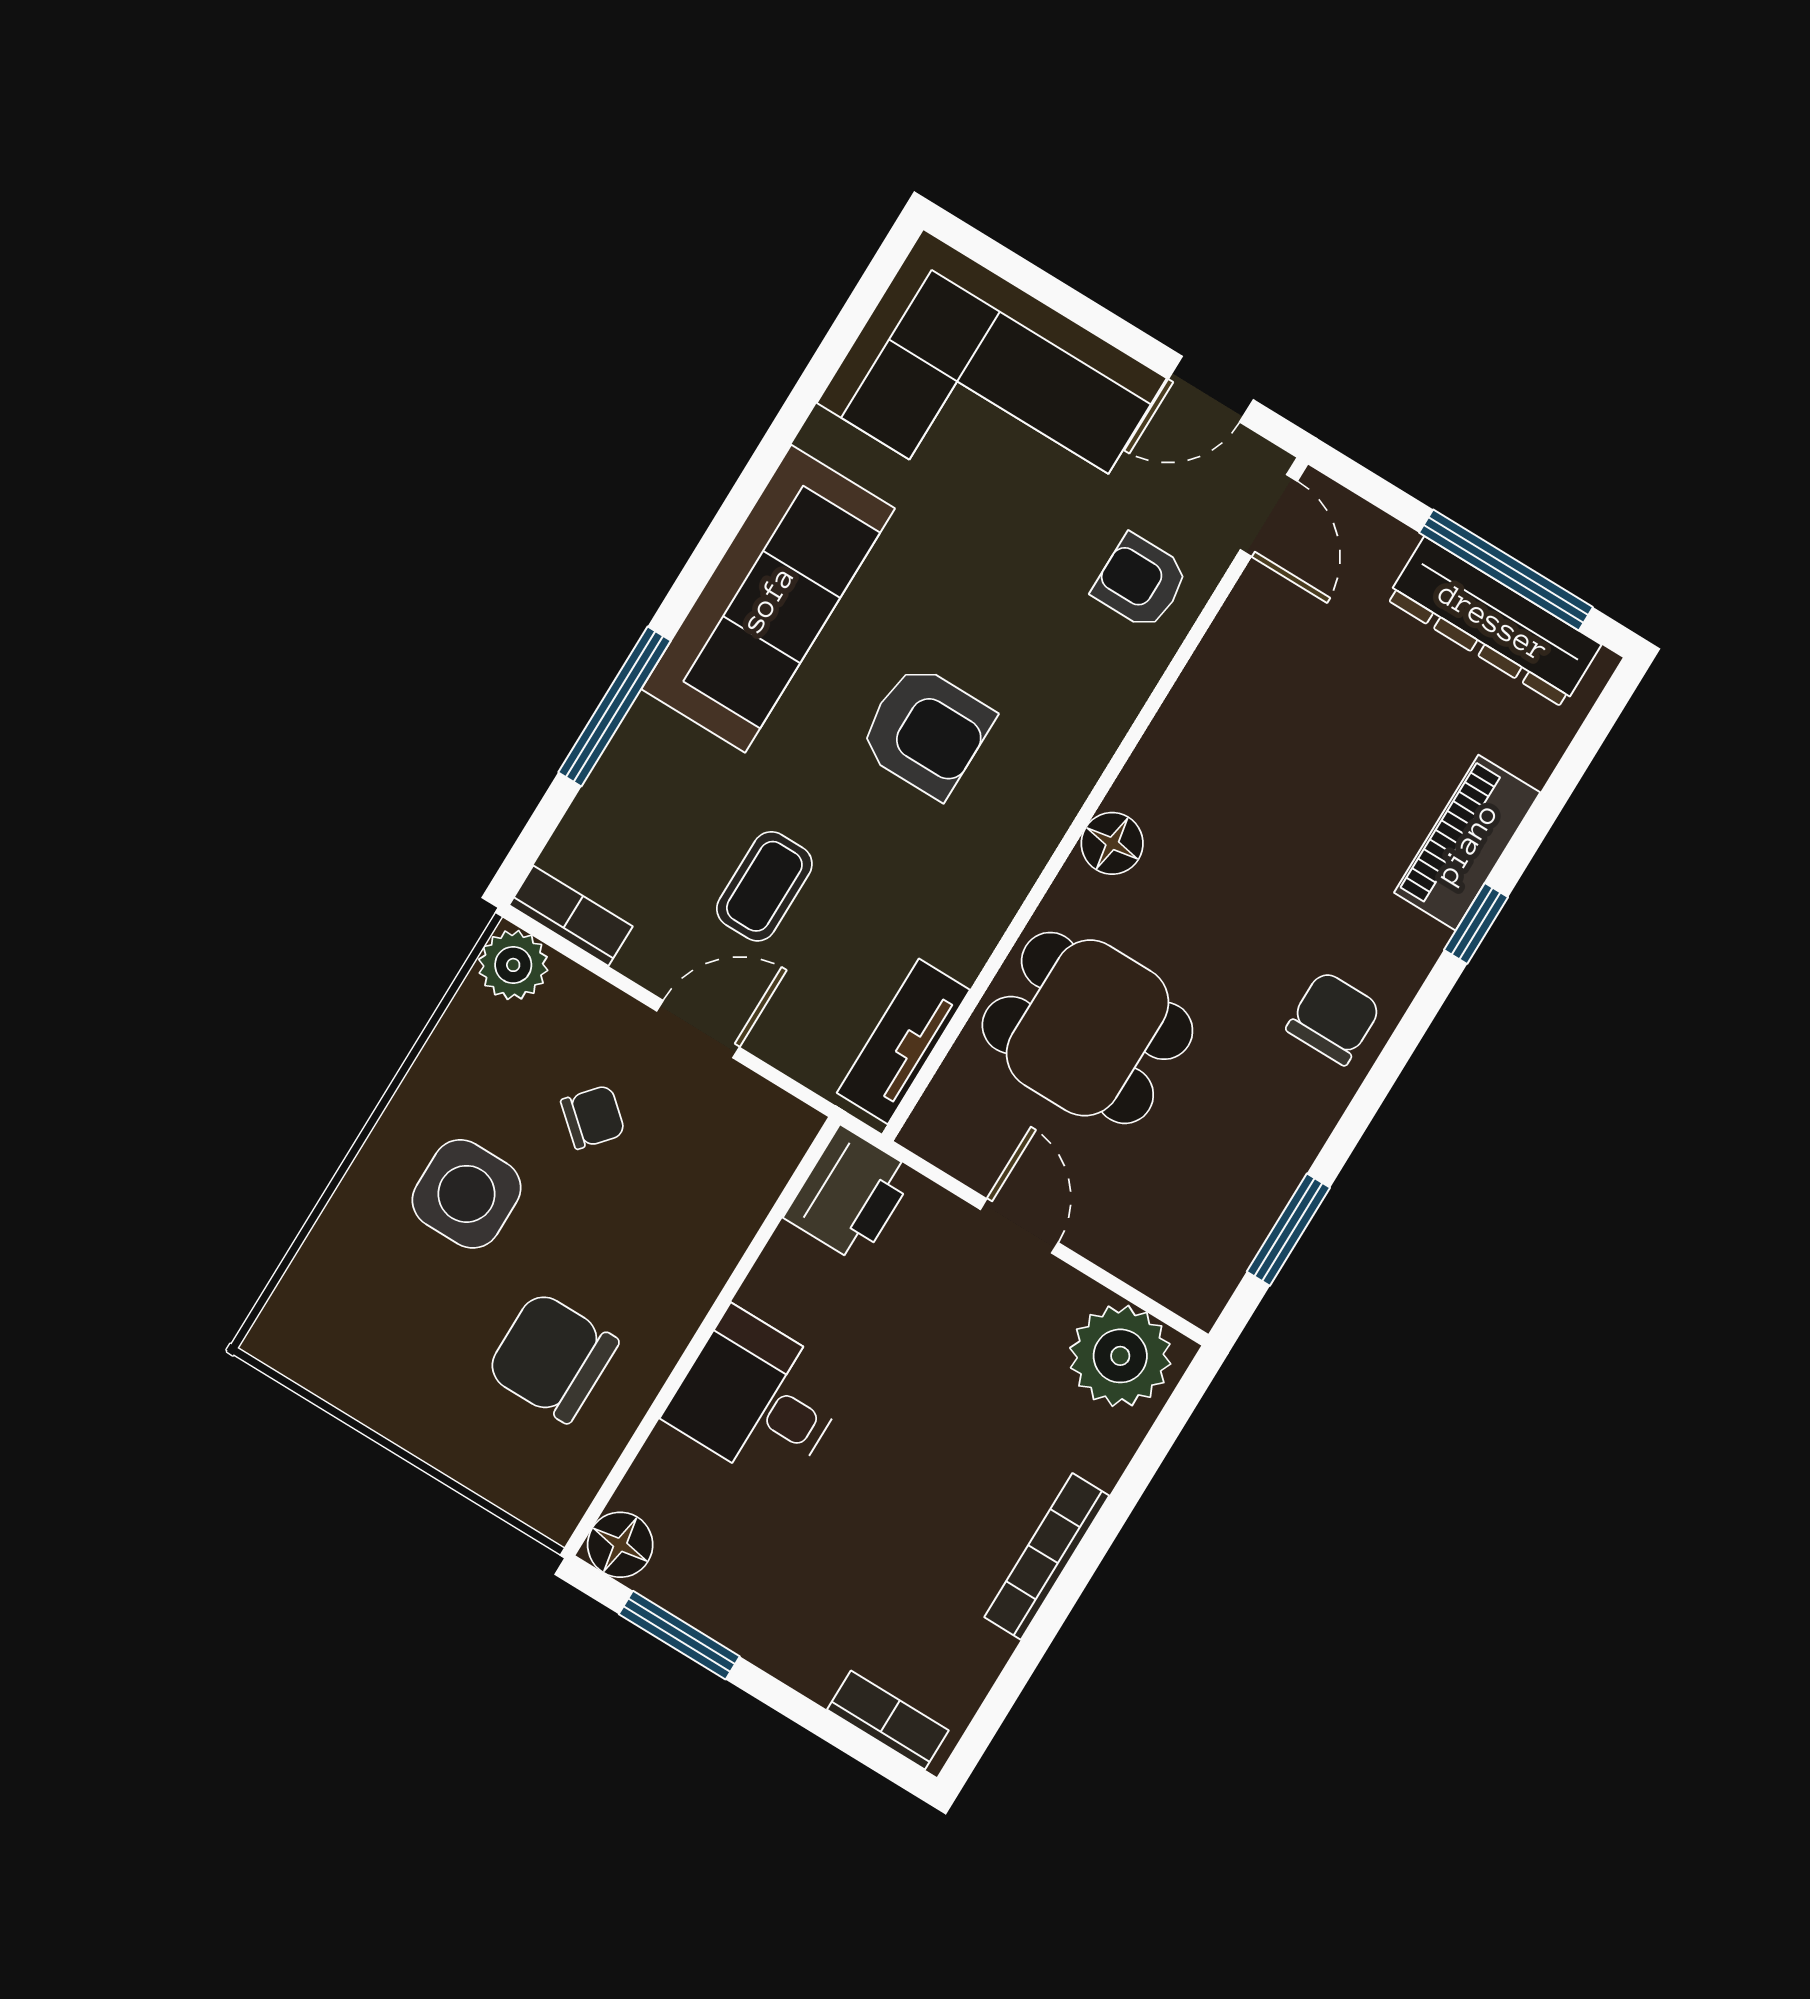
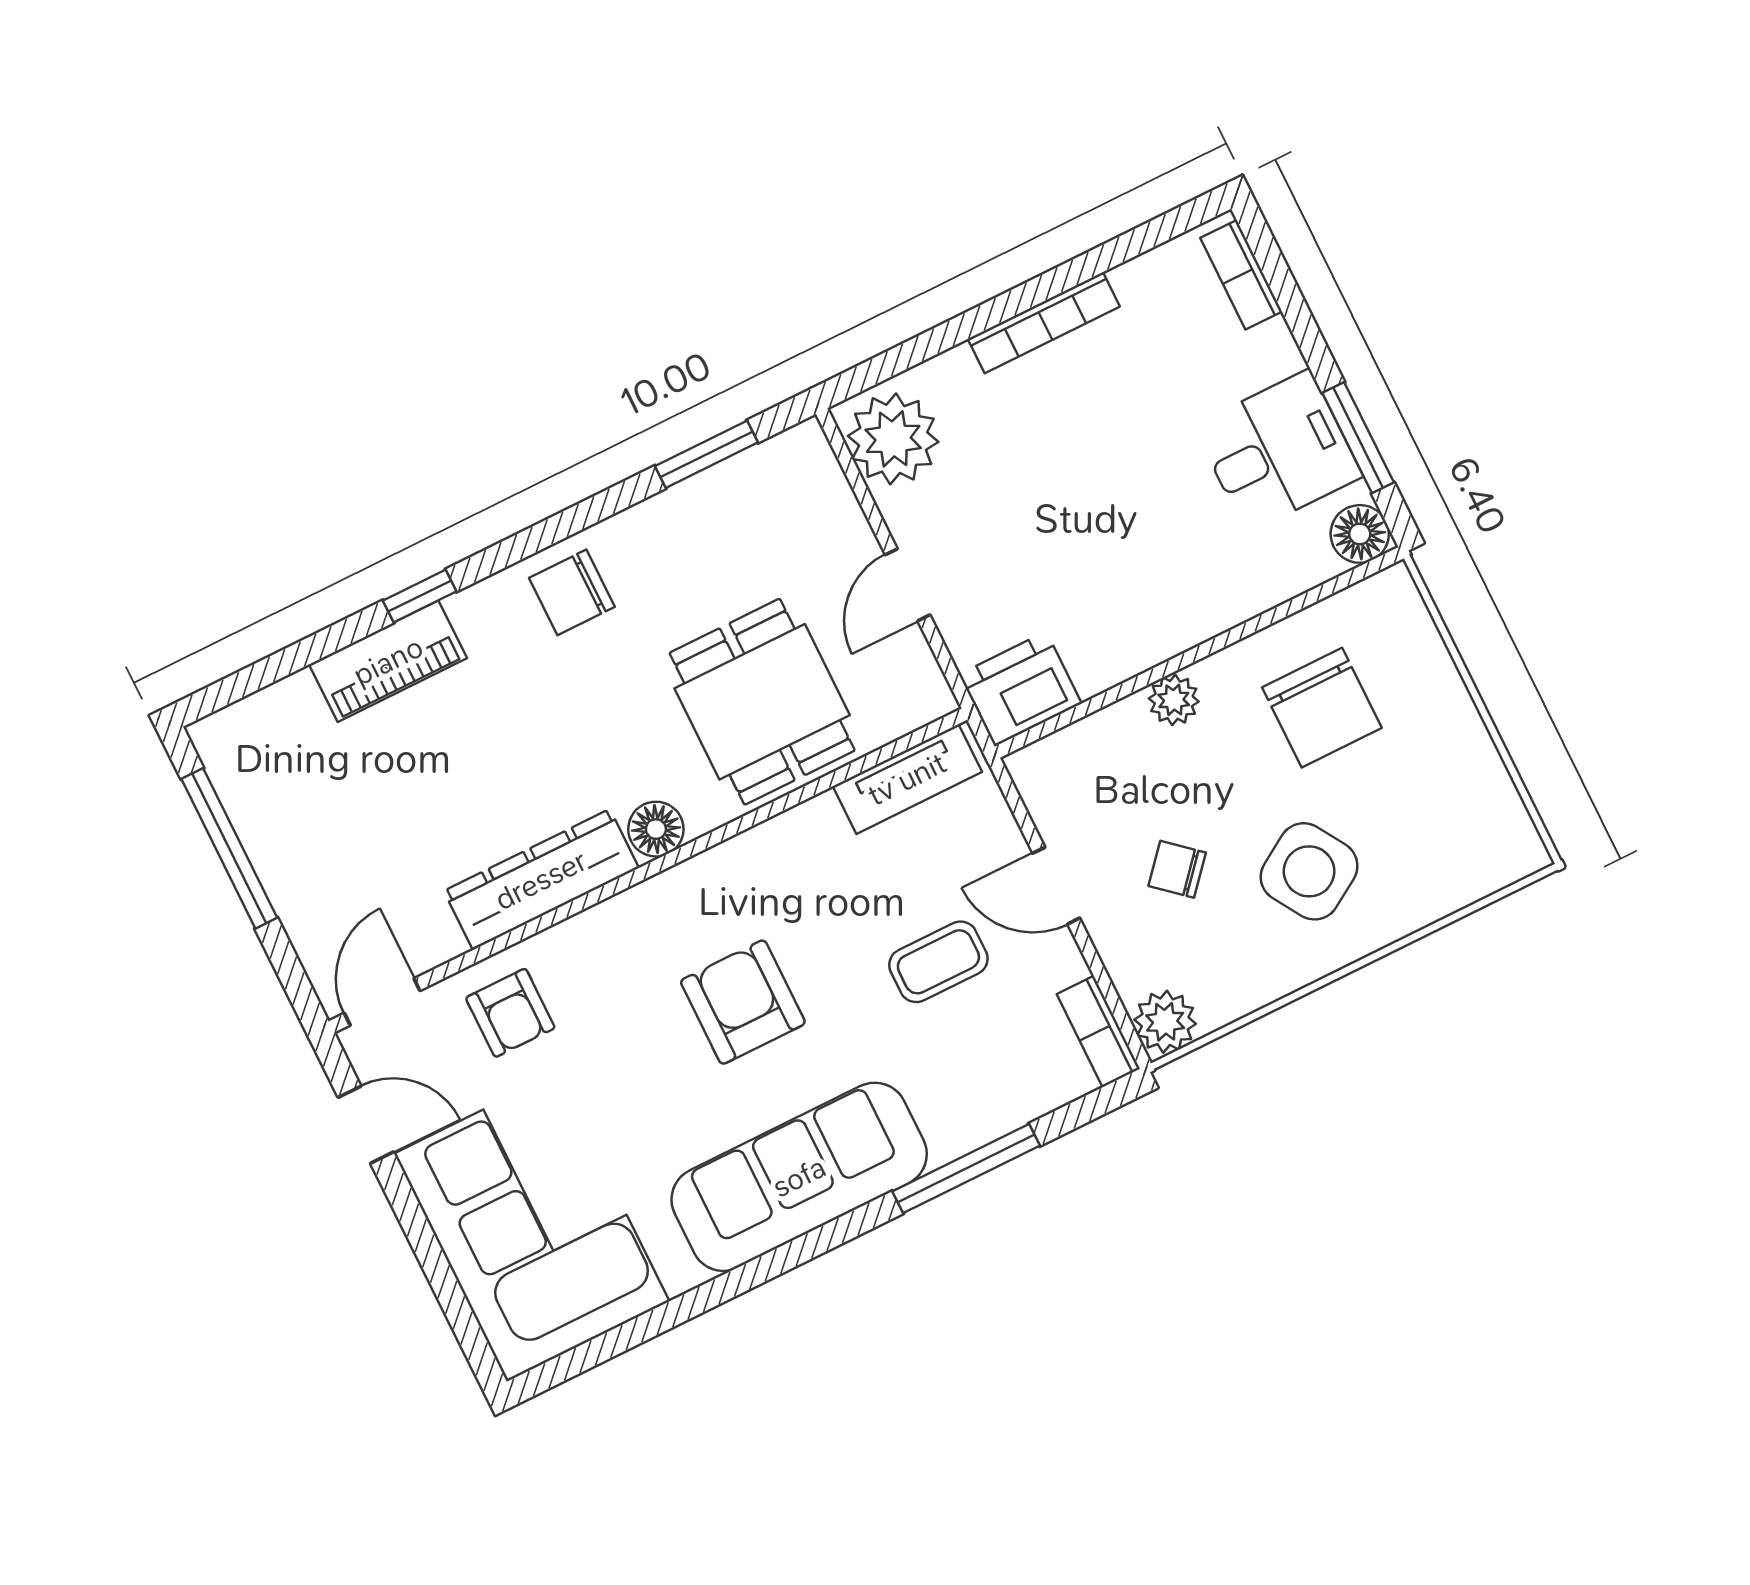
dresser: (1494, 622) -> (541, 880), moved, turned -90
side table: (466, 1194) -> (1309, 871), turned -32
plant: (698, 1276) -> (1174, 700), added
desk: (758, 1399) -> (1278, 451), moved, turned -90

